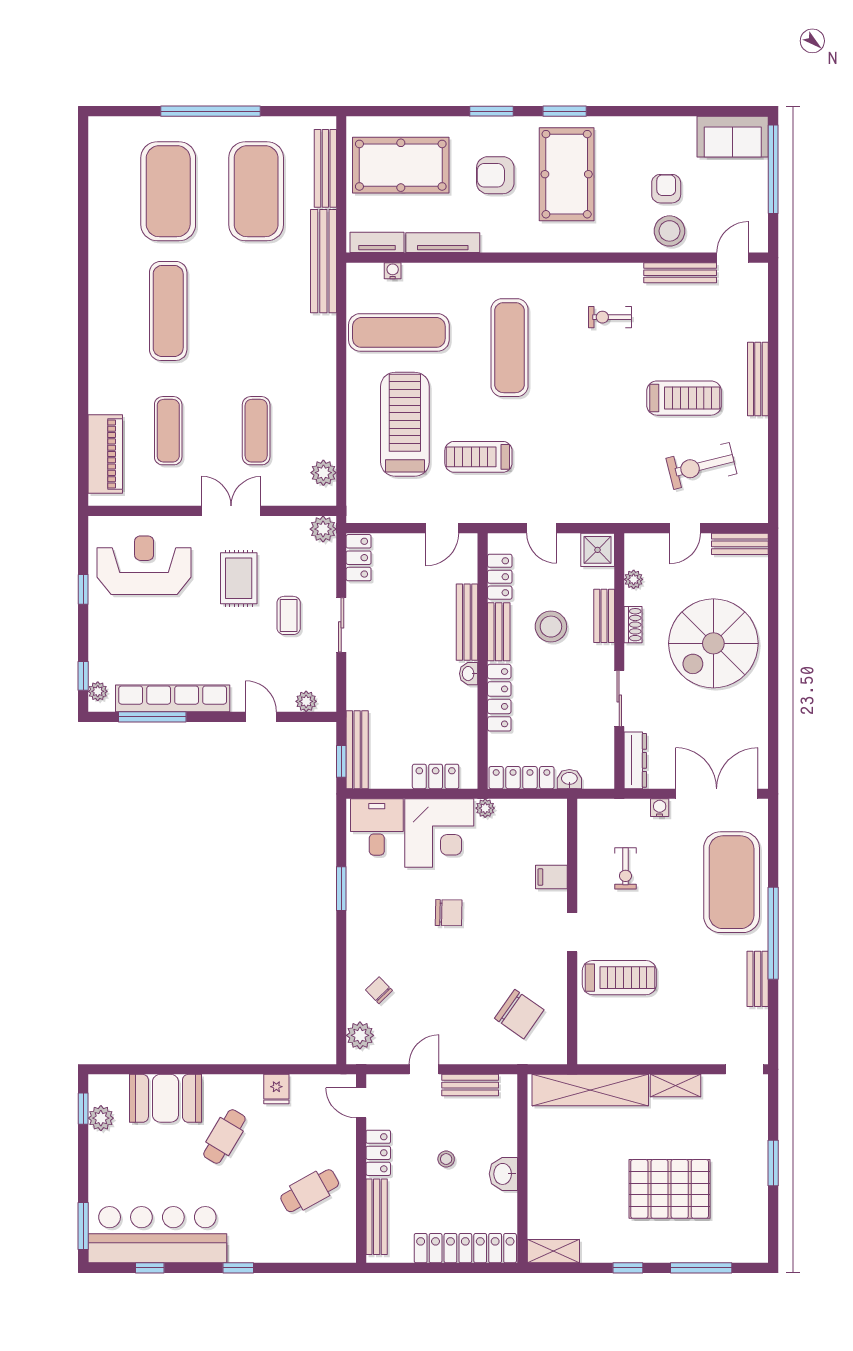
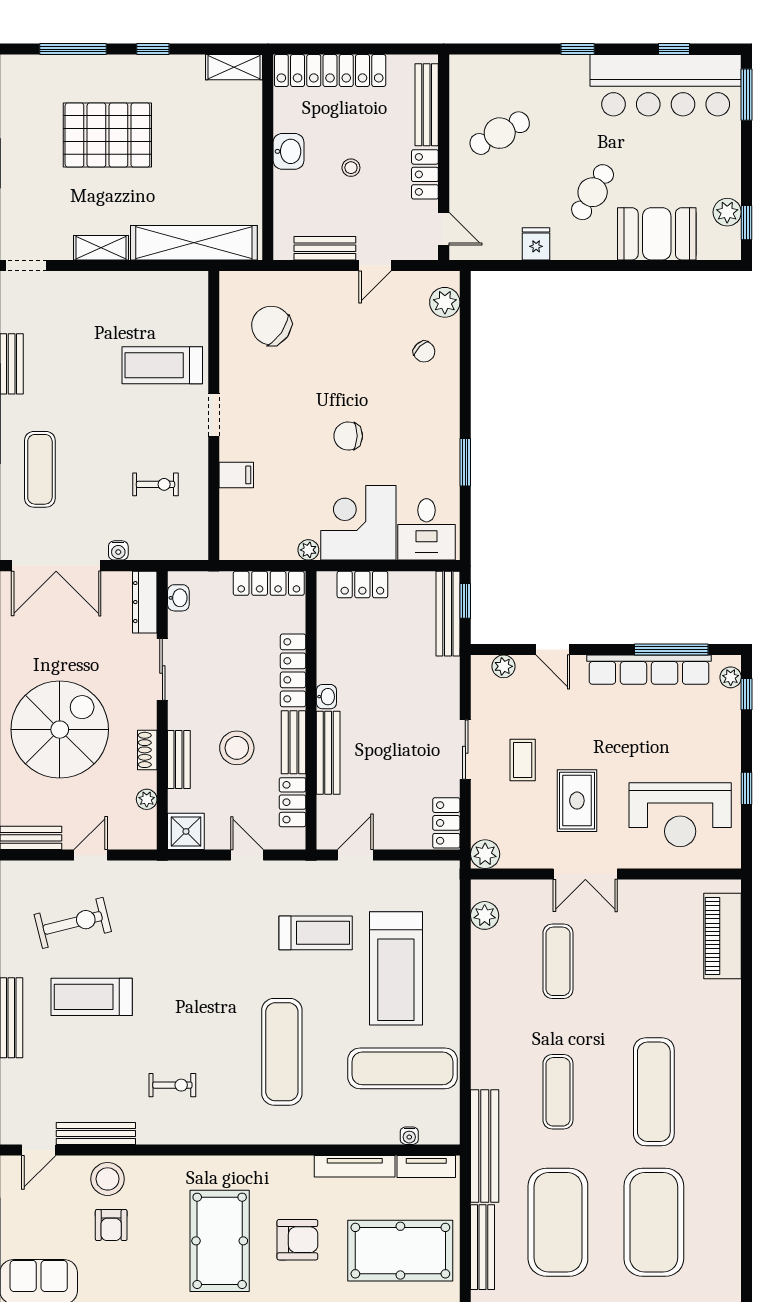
exercise mat: (168, 431) -> (558, 1092), moved
washbasin: (569, 779) -> (178, 598), moved, turned -90
exercise bike: (625, 868) -> (156, 484), turned 90
exercise mat: (732, 882) -> (40, 469), width x0.50, depth x0.69

